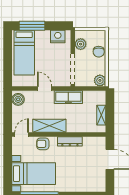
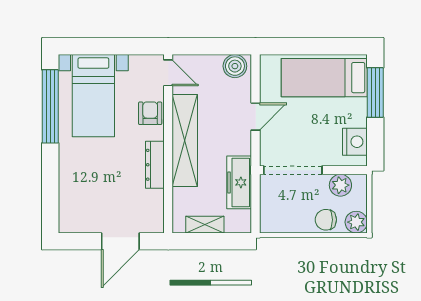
plant: (100, 80) -> (356, 222), moved
freezer: (68, 97) -> (239, 182), moved
shelving: (49, 126) -> (185, 140), width x1.47

